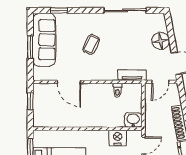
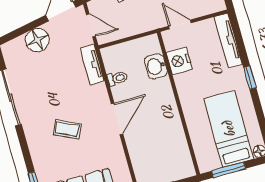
door: (69, 82) -> (117, 119), moved
washbasin: (133, 120) -> (156, 66), moved

